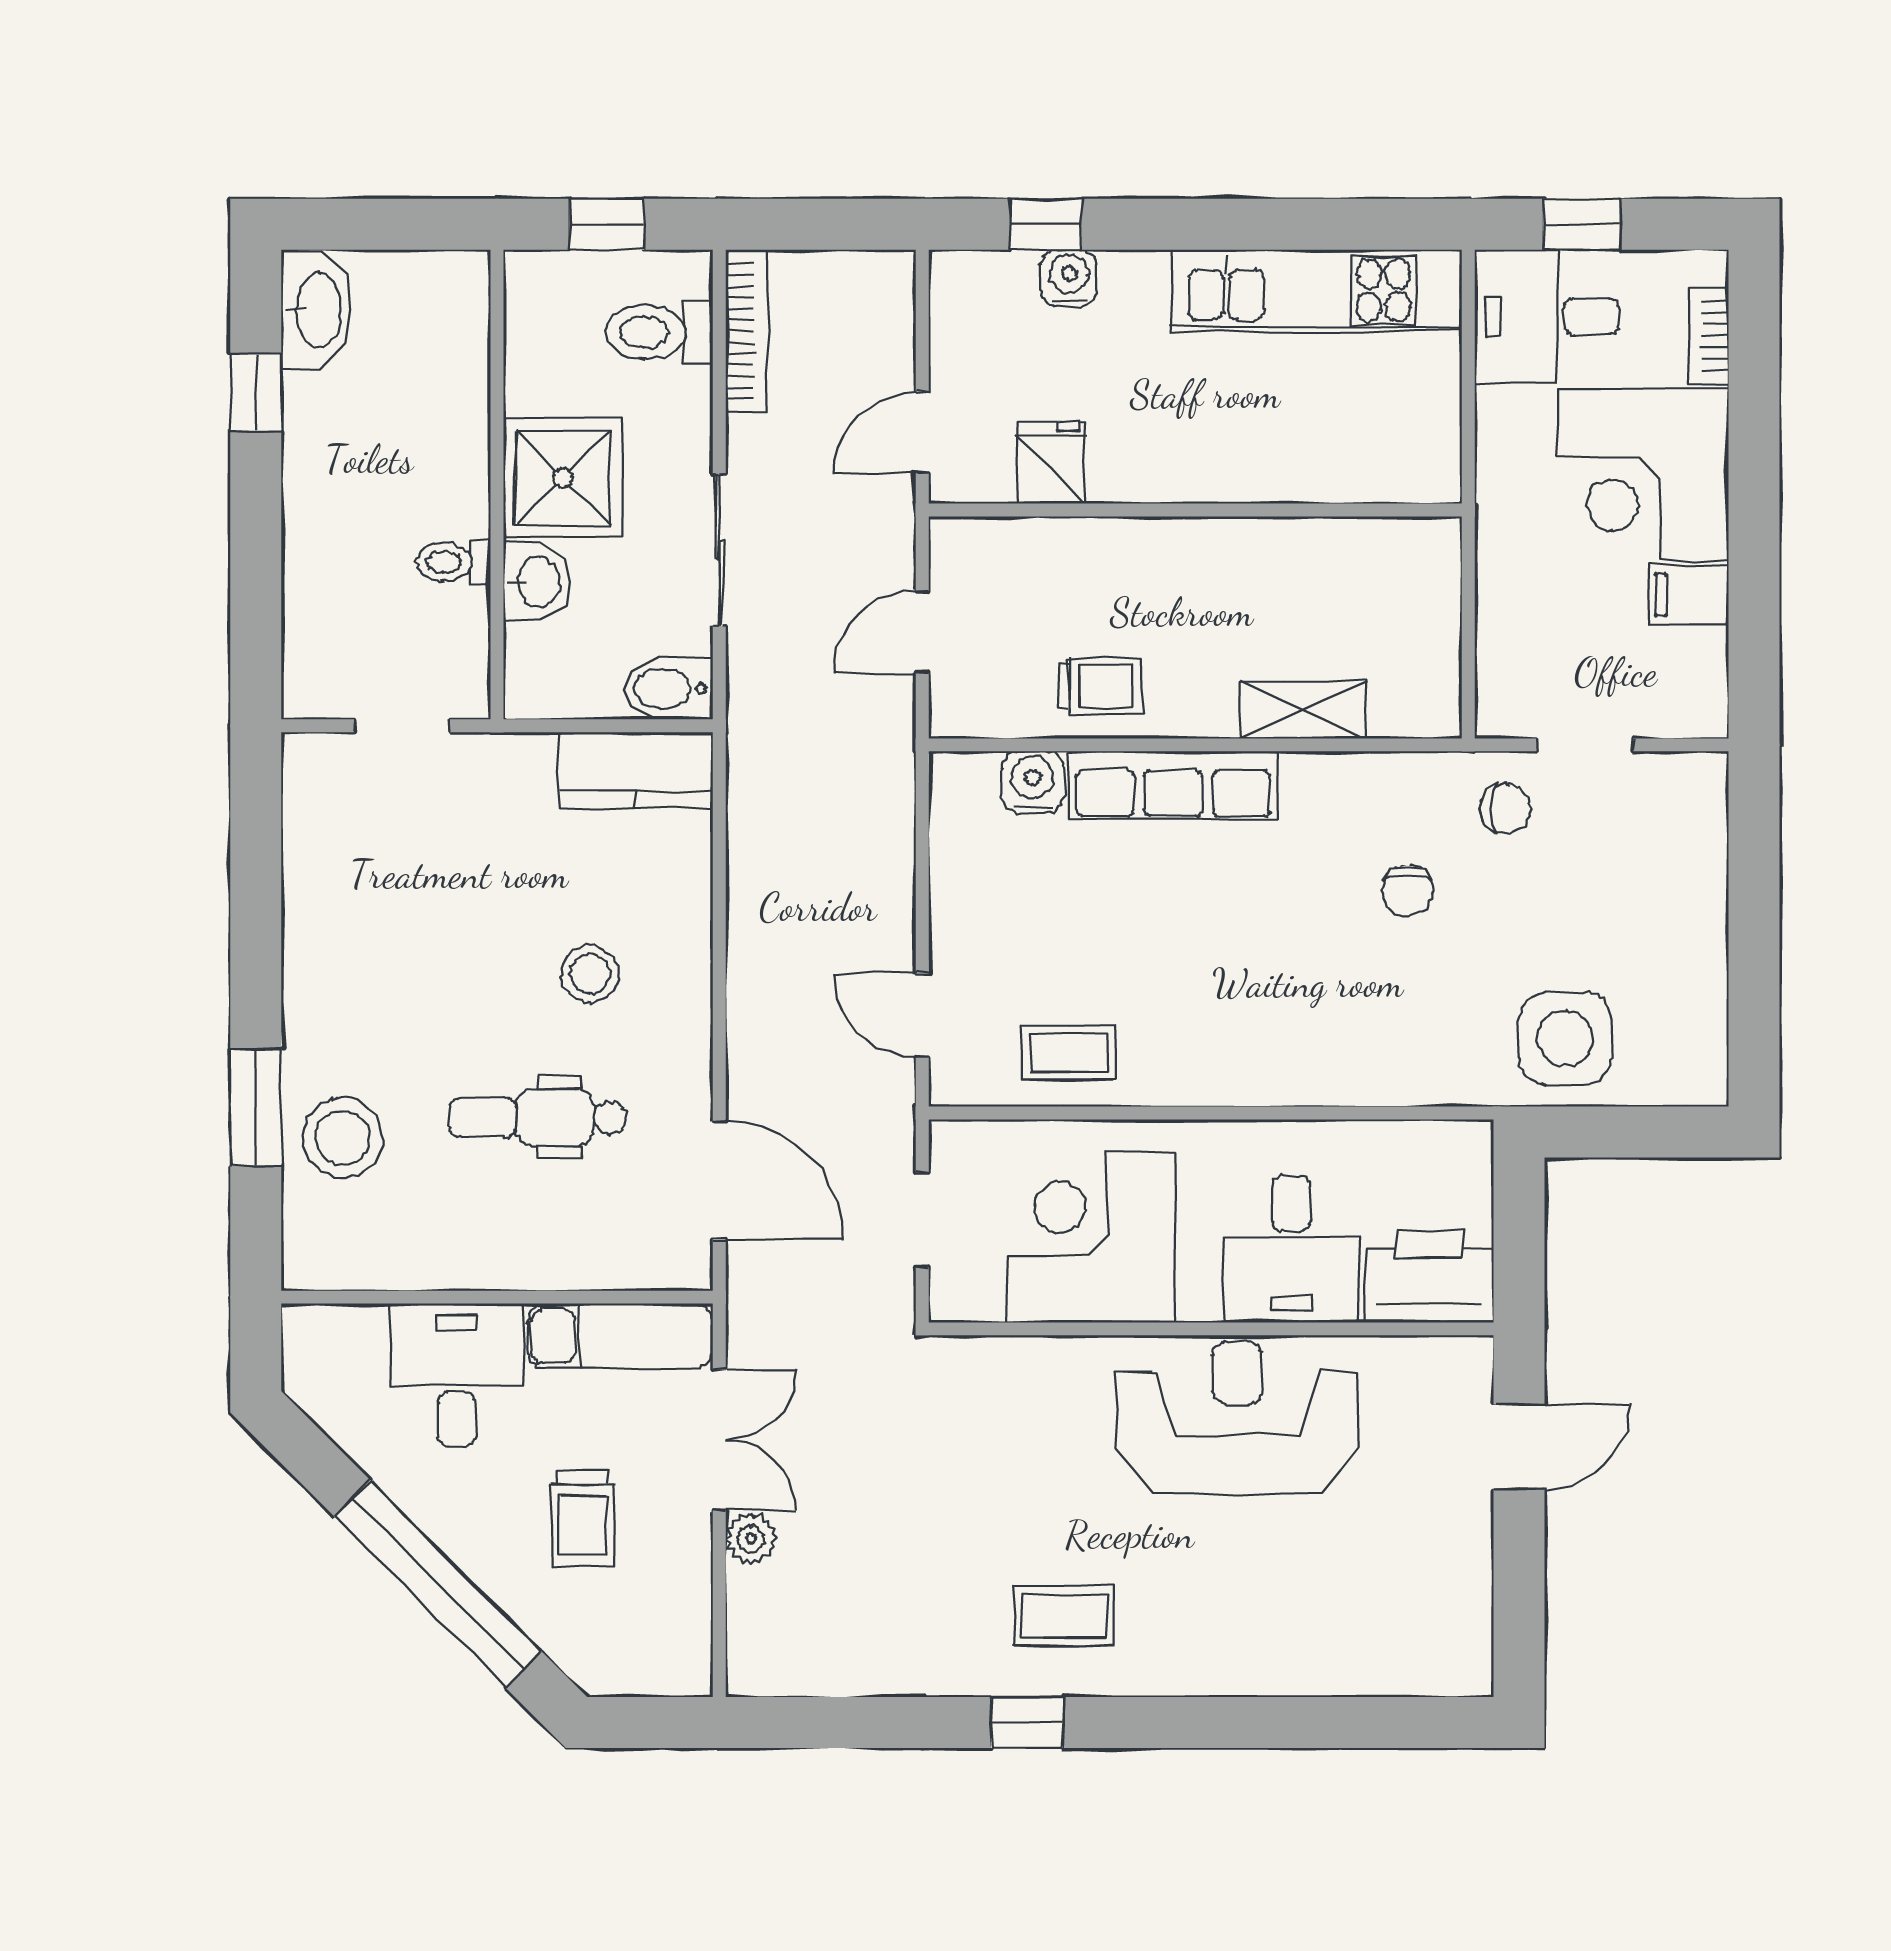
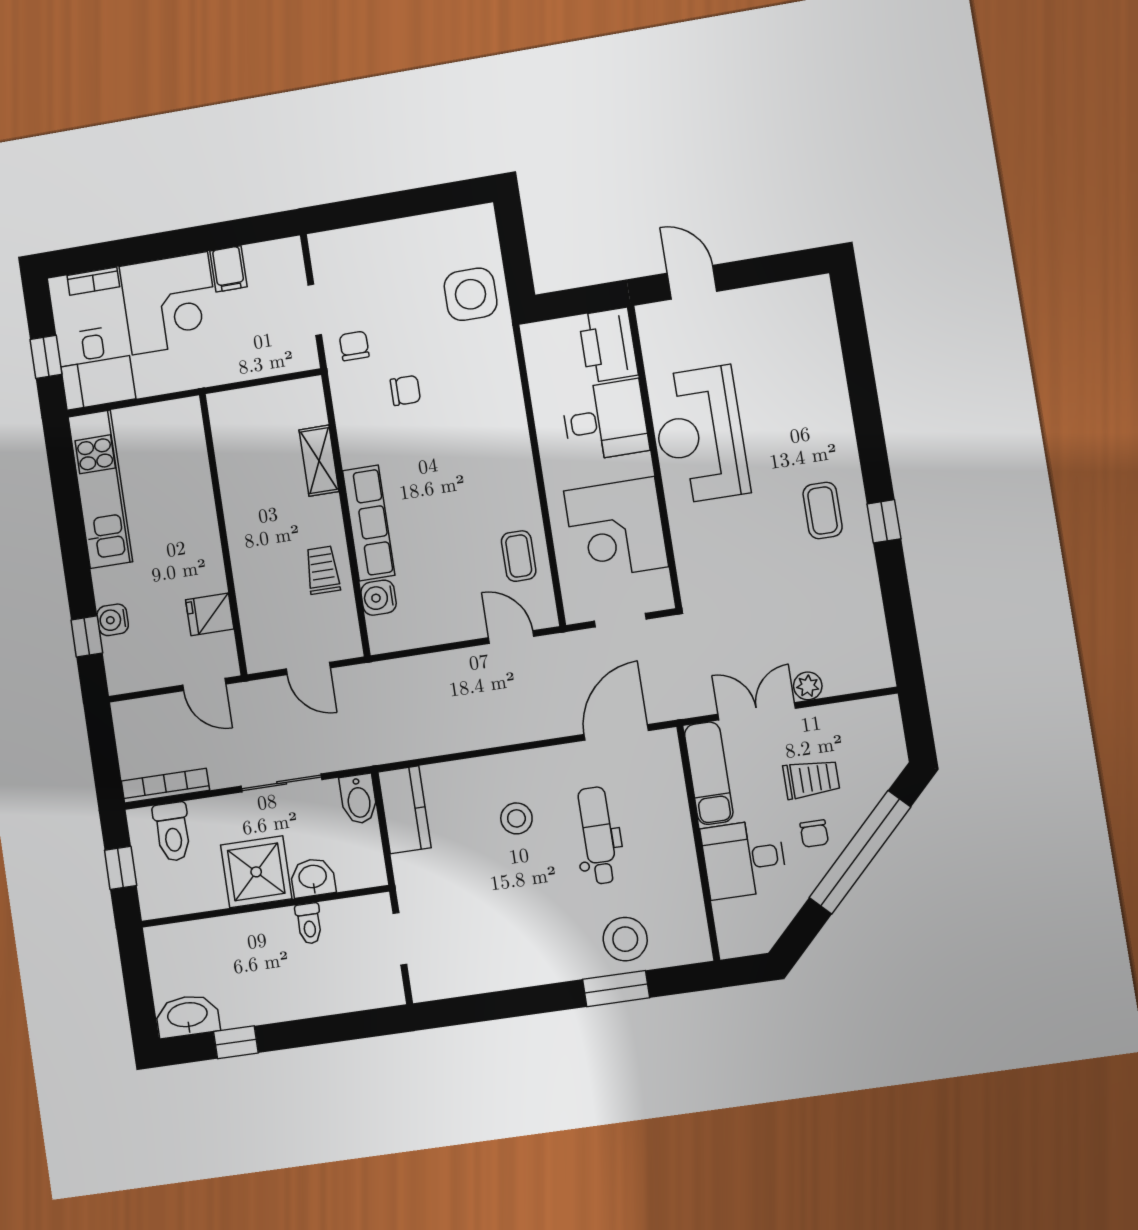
door: (922, 1015) -> (511, 637), swing flipped
dental chair: (537, 1117) -> (598, 835), turned 180
chair: (484, 1508) -> (814, 834), added

